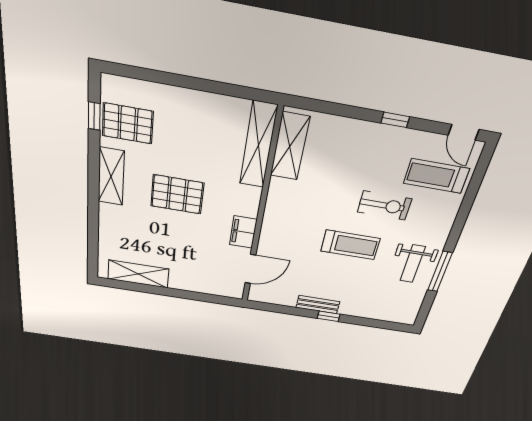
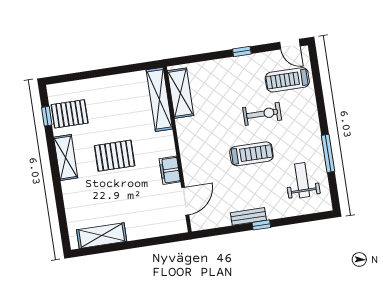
weight bench: (413, 264) -> (302, 180), moved, turned 180

